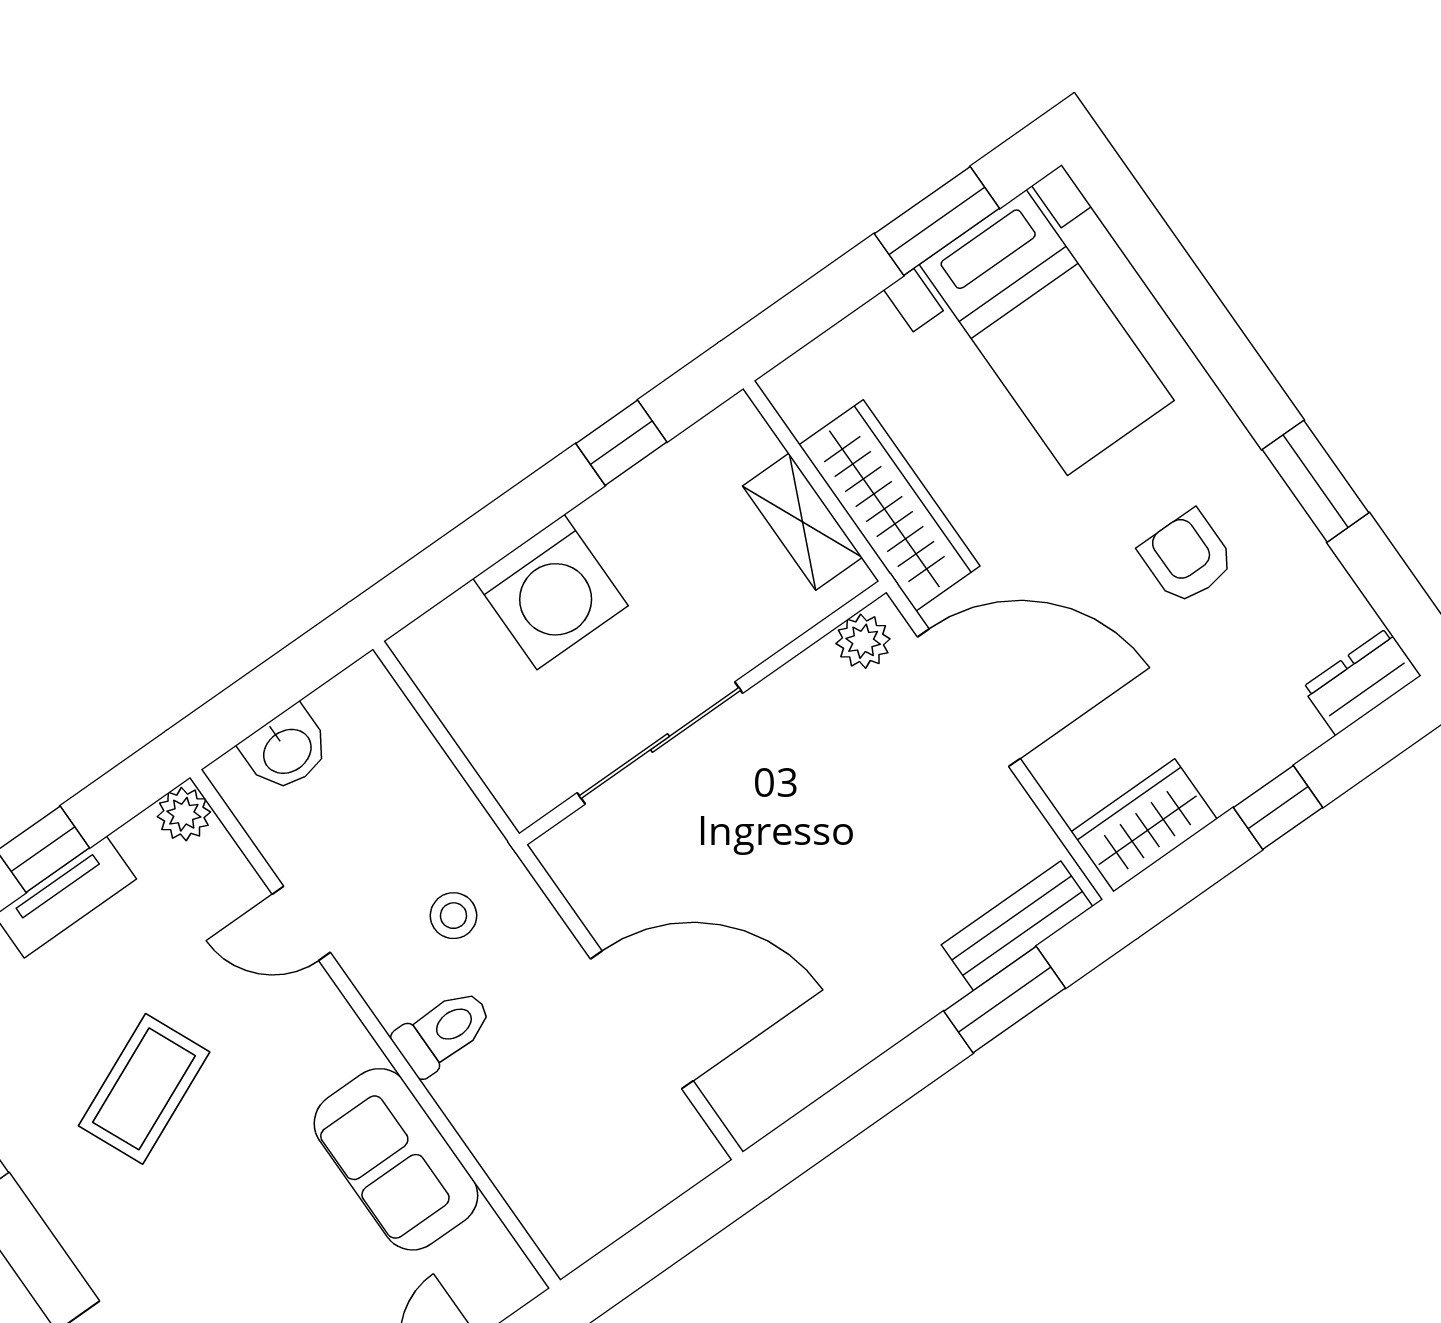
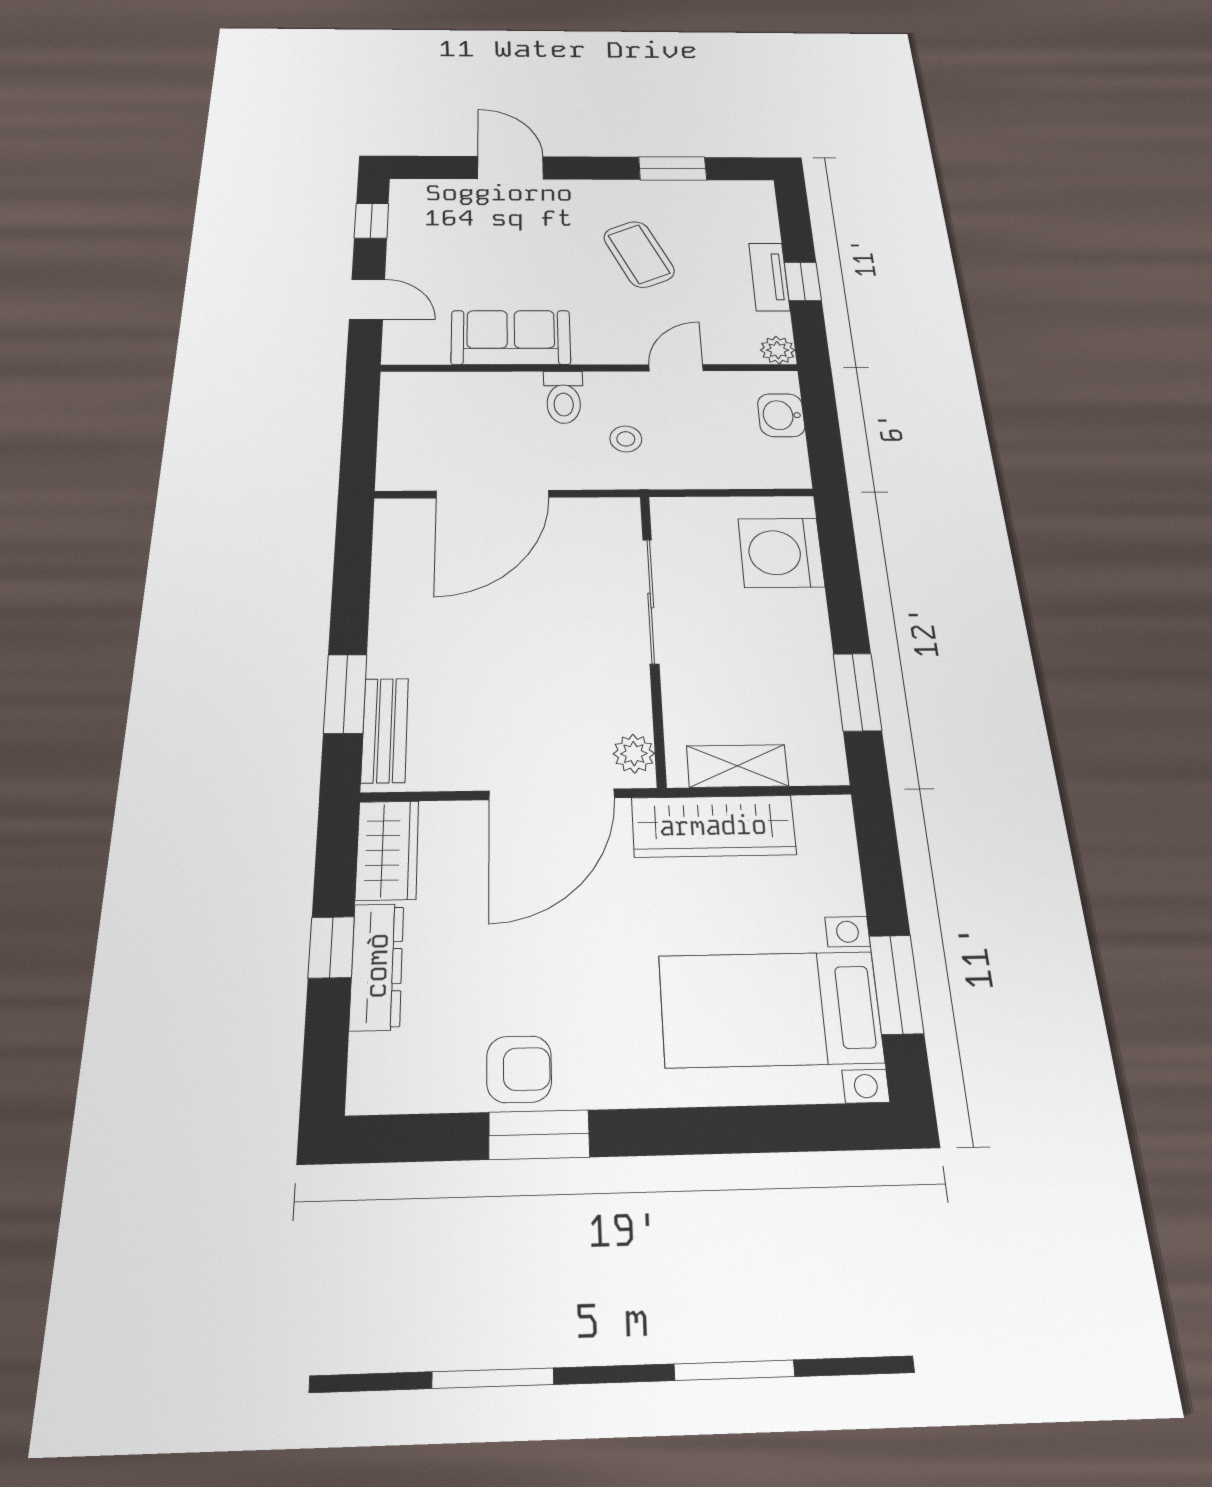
window: (621, 443) -> (857, 692), width x1.50
armchair: (1187, 557) -> (519, 1069), moved
washing machine: (550, 592) -> (781, 553), moved
dresser: (1361, 682) -> (377, 966), moved, width x1.44

